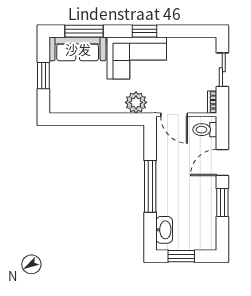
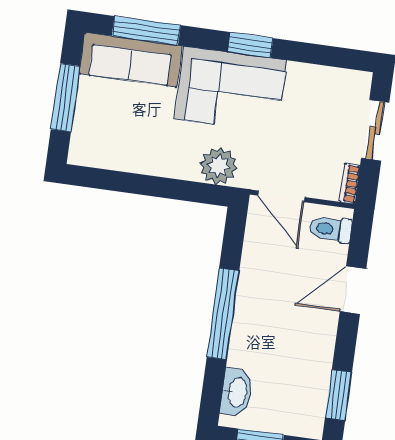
window: (43, 76) -> (65, 98), width x1.44
window: (222, 202) -> (338, 395), moved

